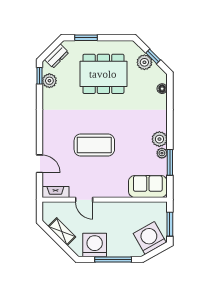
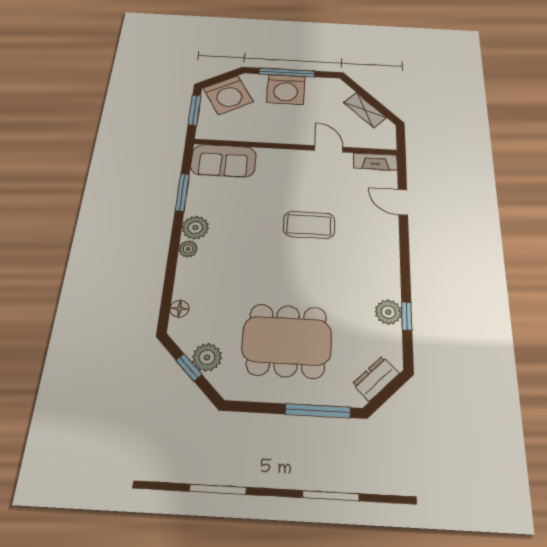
window: (86, 38) -> (318, 411), width x1.44
window: (40, 76) -> (407, 316), moved
plant: (49, 81) -> (388, 312), moved
coffee table: (94, 145) -> (309, 225), width x0.73, depth x0.76
plant: (162, 153) -> (188, 249), moved
washing machine: (95, 245) -> (286, 89), moved

